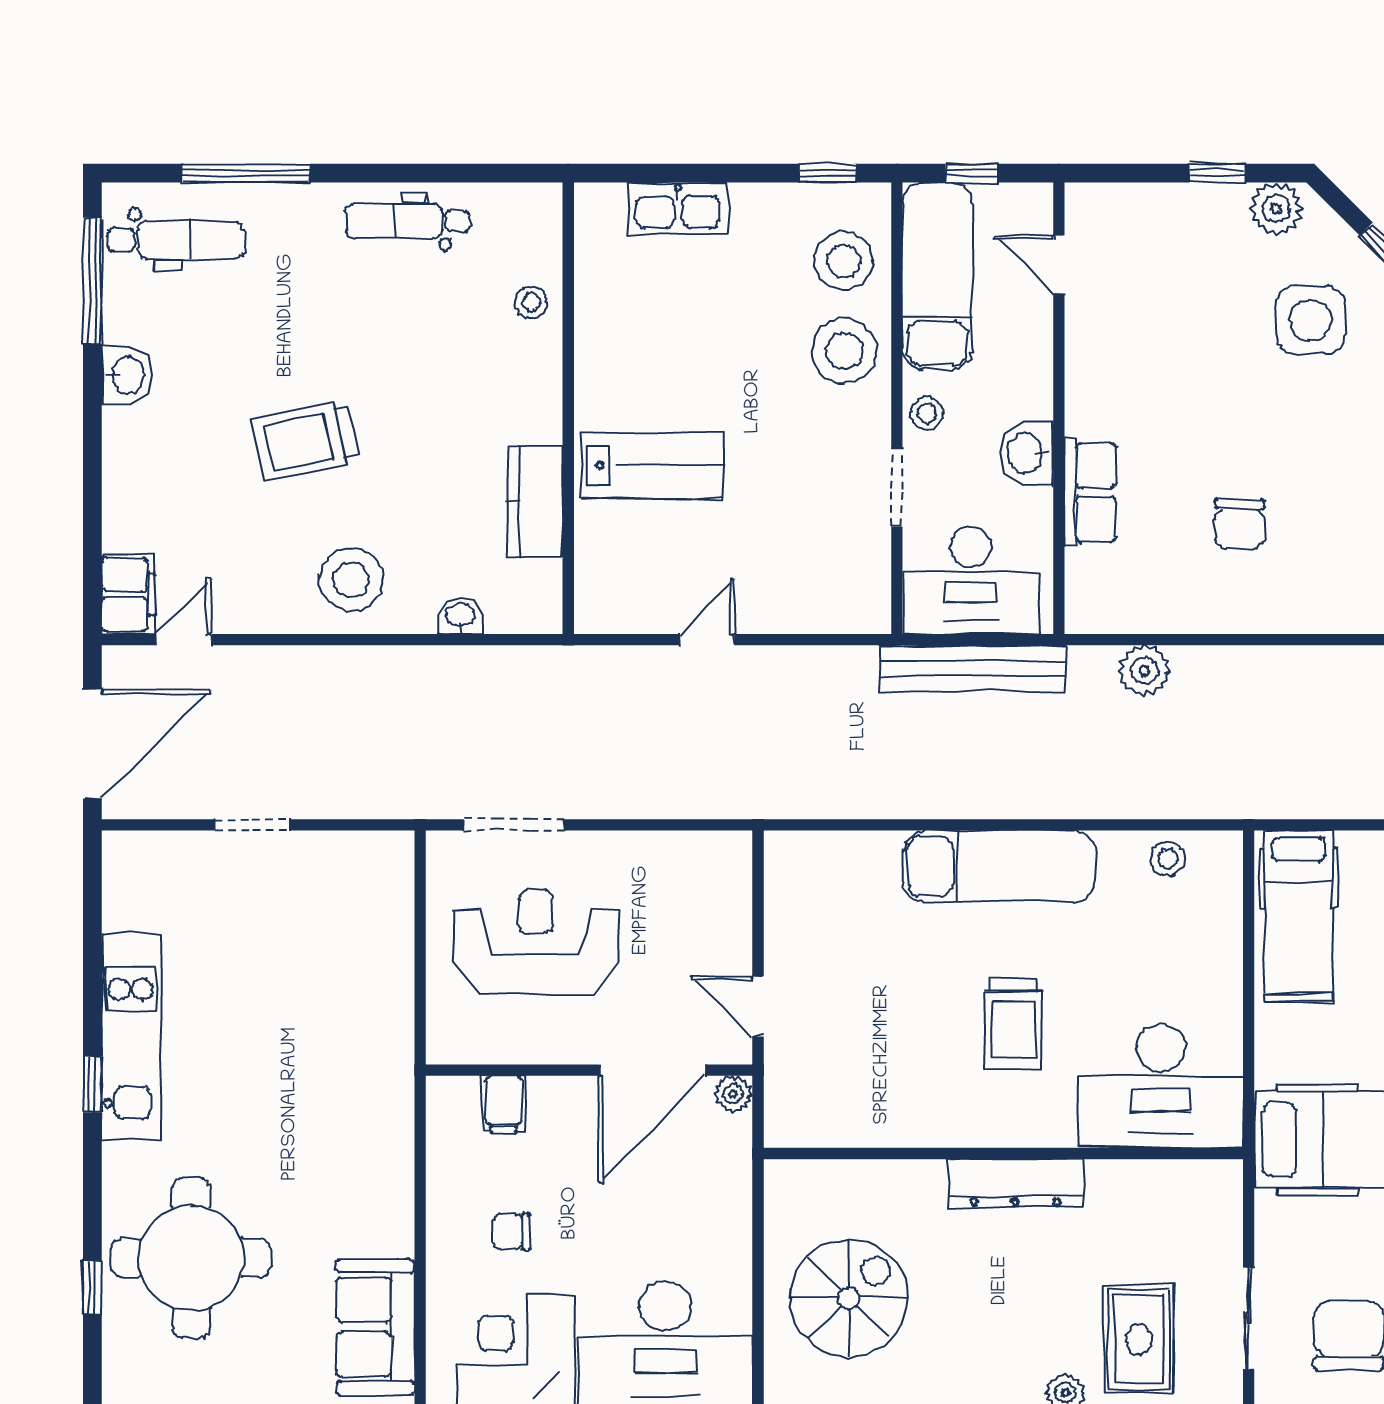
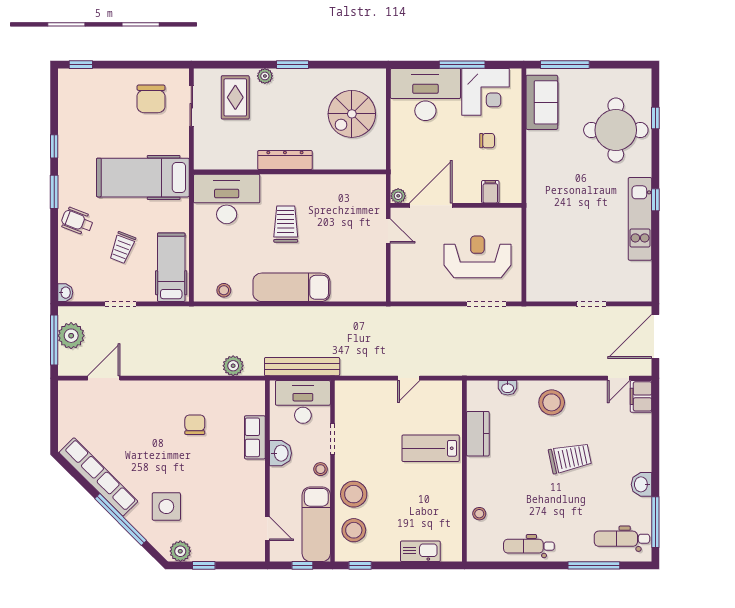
dental chair: (407, 221) -> (529, 546), turned 180
reception desk: (536, 942) -> (477, 257), turned 180

